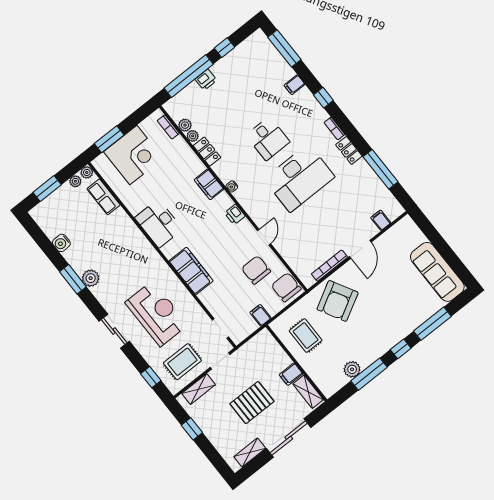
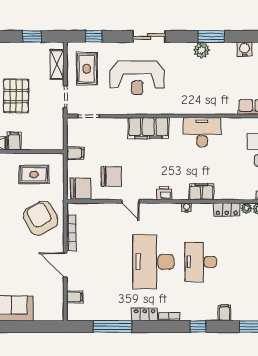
desk: (268, 139) -> (201, 262), width x1.37

